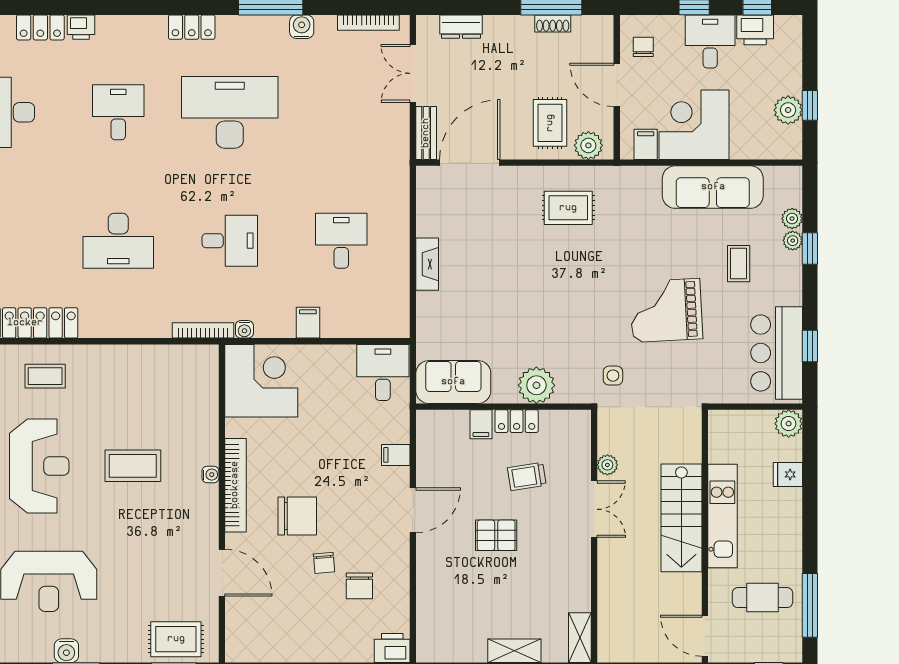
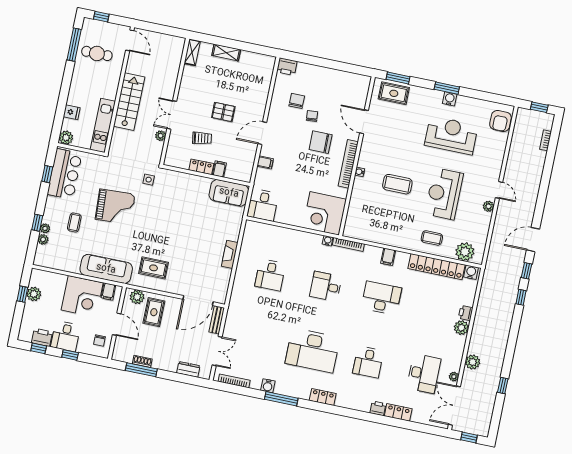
sofa: (713, 187) -> (106, 269), moved
filing cabinet: (308, 323) -> (388, 257), moved
plant: (536, 385) -> (188, 183), removed
kitchen unit: (722, 516) -> (103, 125), moved

